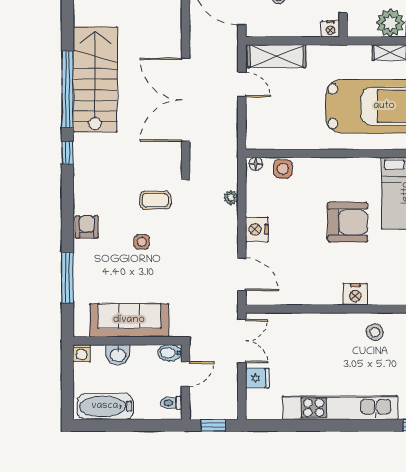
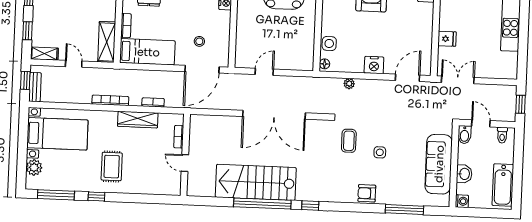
shelving: (277, 56) -> (244, 45), removed
fridge: (257, 378) -> (447, 39), moved, turned 90

